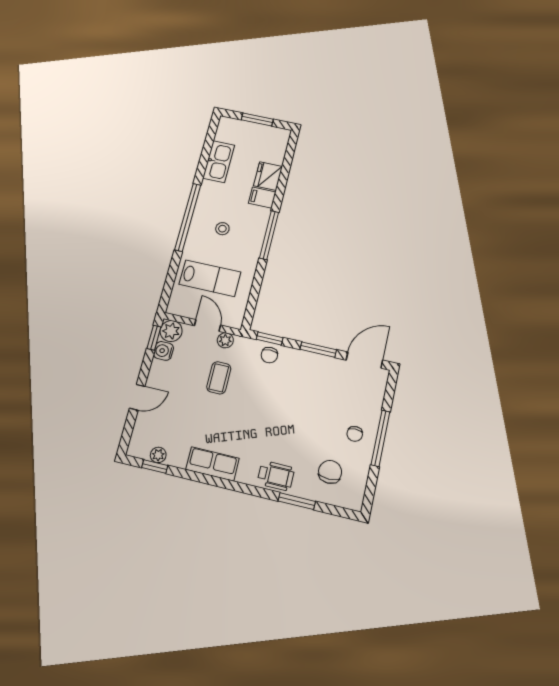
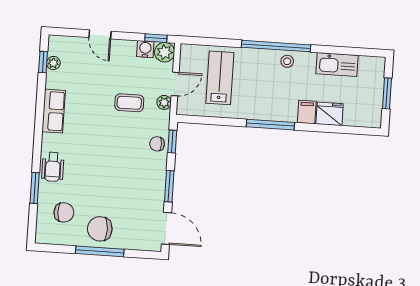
stool: (222, 229) -> (287, 61), moved
lab bench: (210, 278) -> (220, 78), turned 180
chair: (355, 434) -> (100, 229), width x1.87, depth x1.87

